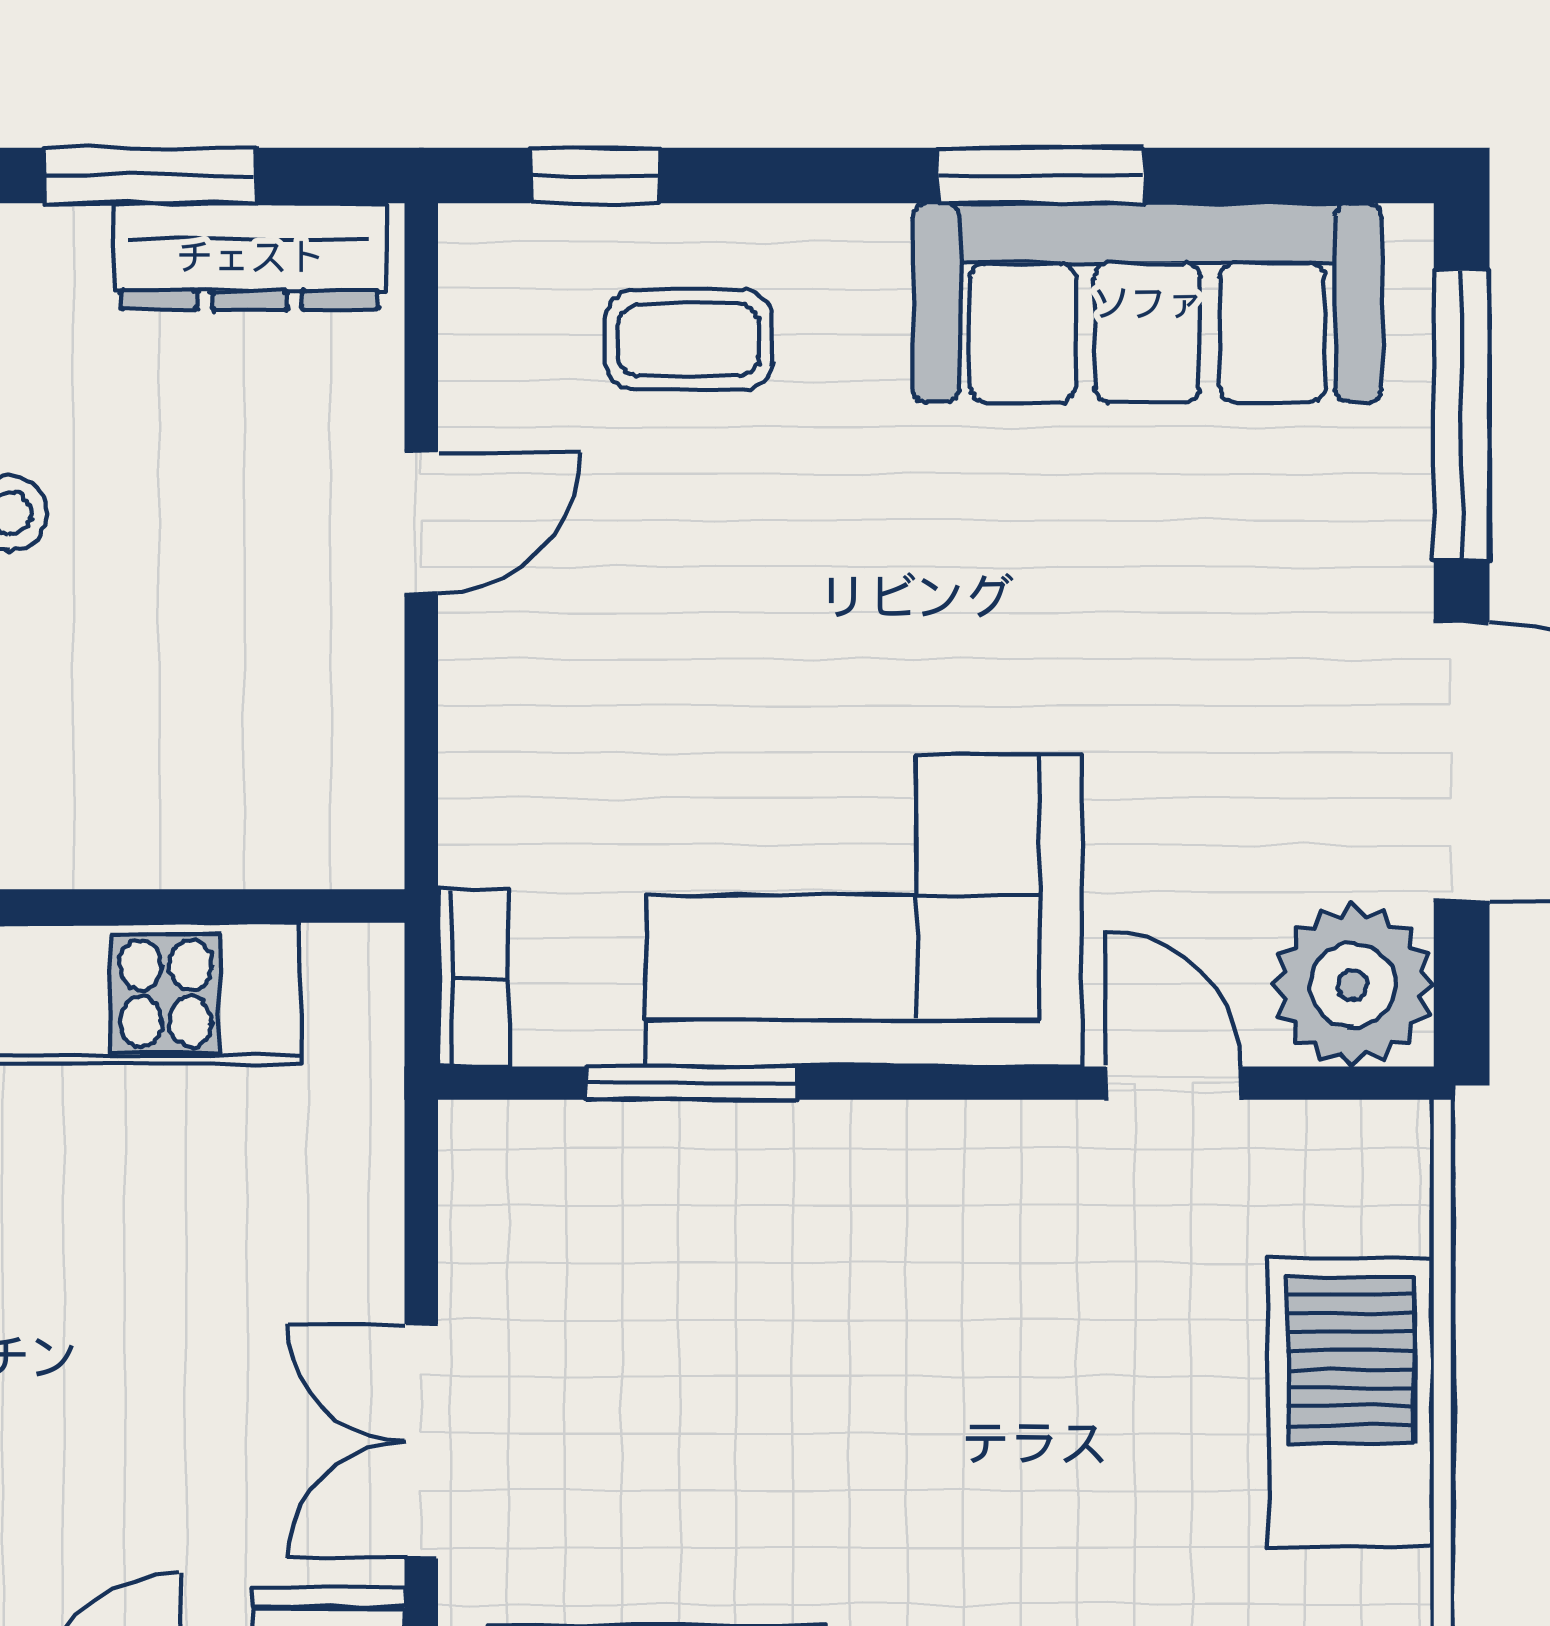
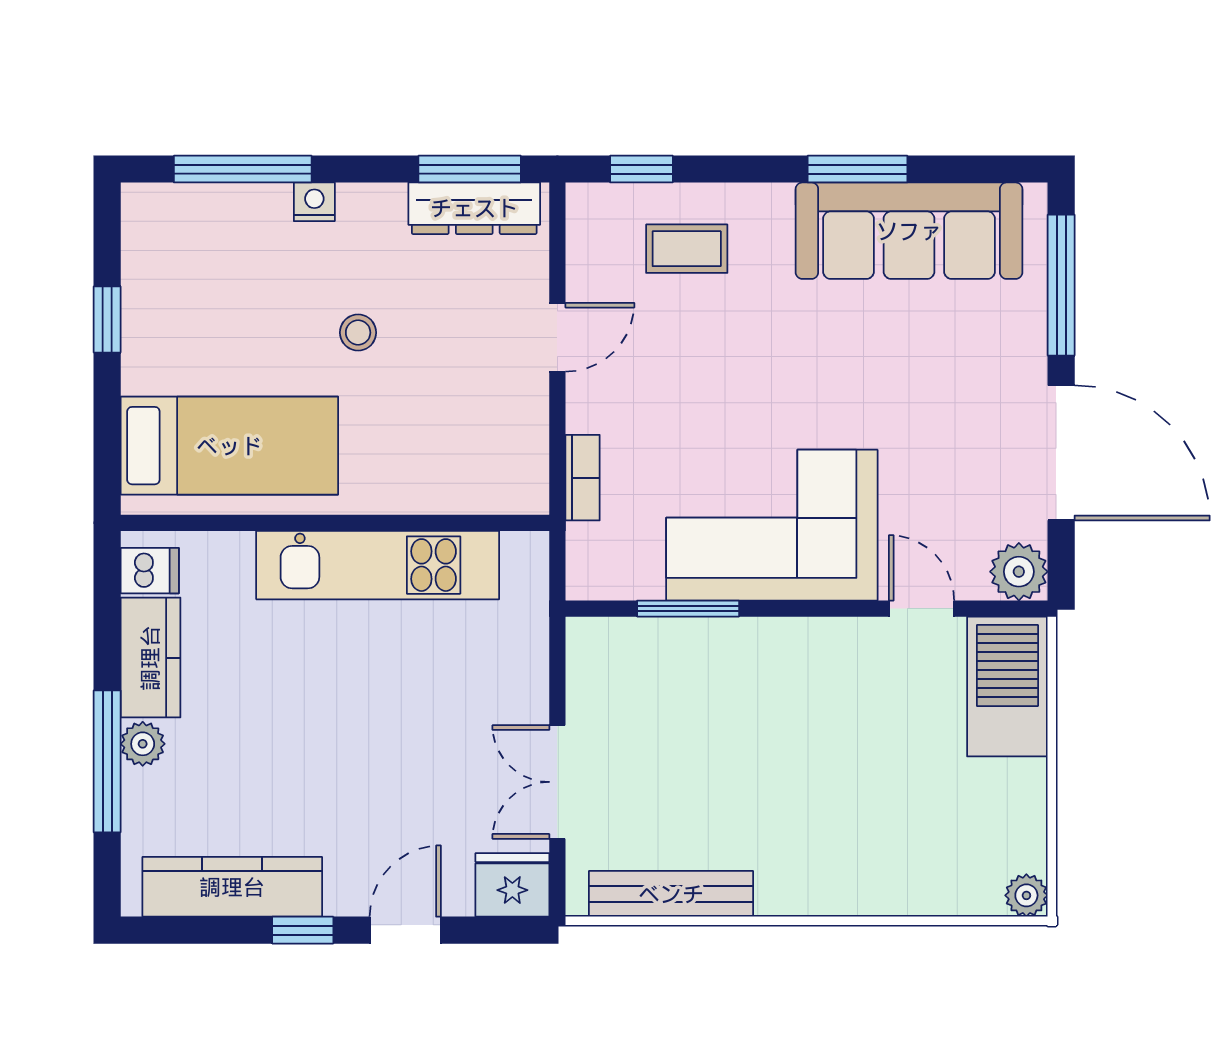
window: (151, 176) -> (470, 169), moved
bookcase: (473, 978) -> (583, 478), moved
plant: (1353, 985) -> (1019, 572), width x0.73, depth x0.73
barbecue: (1351, 1403) -> (1007, 686), moved

